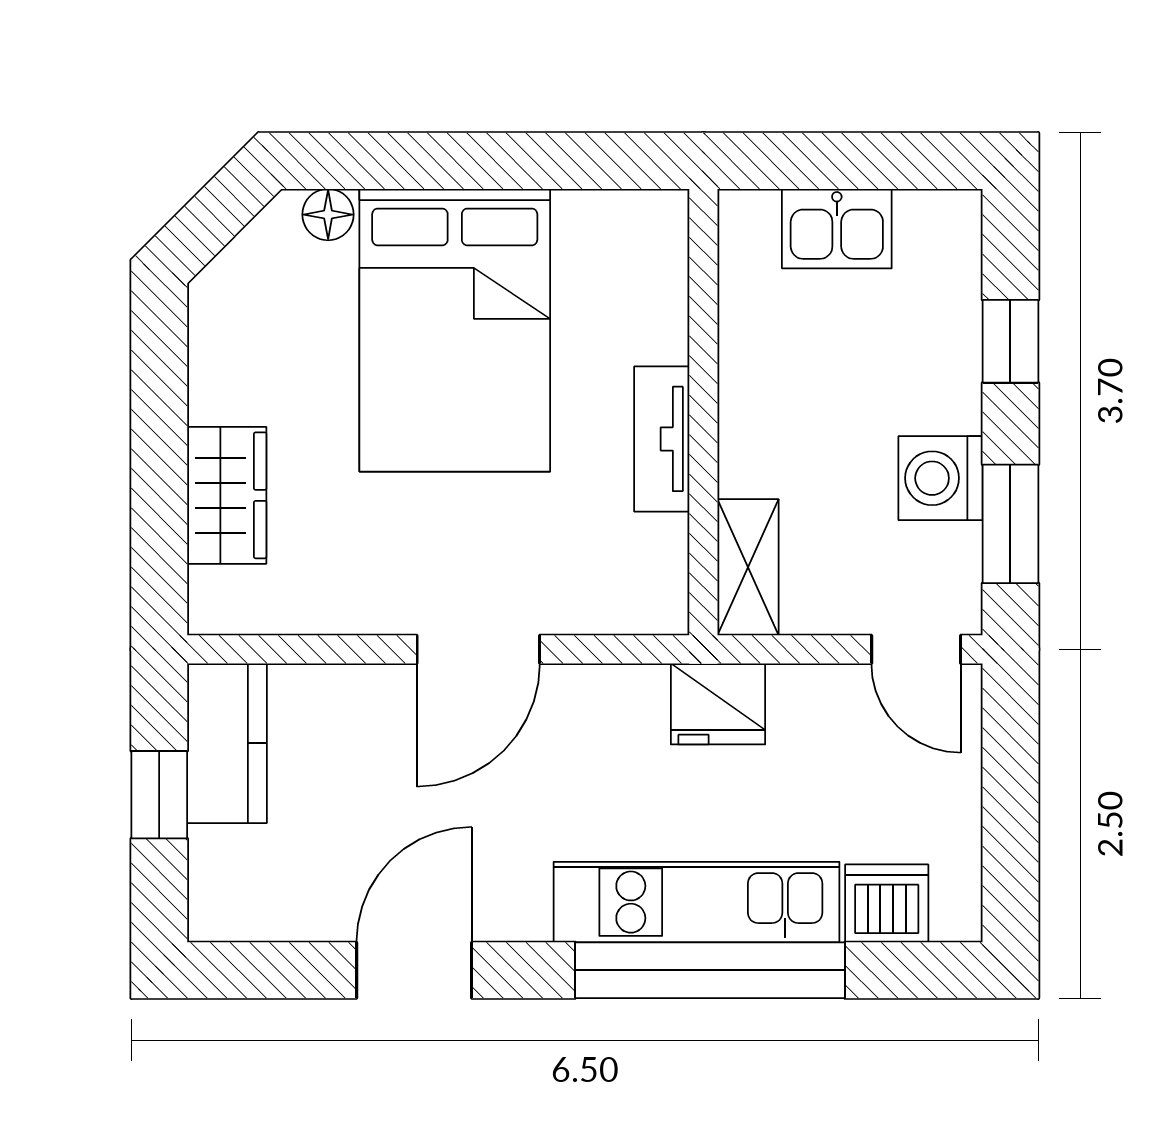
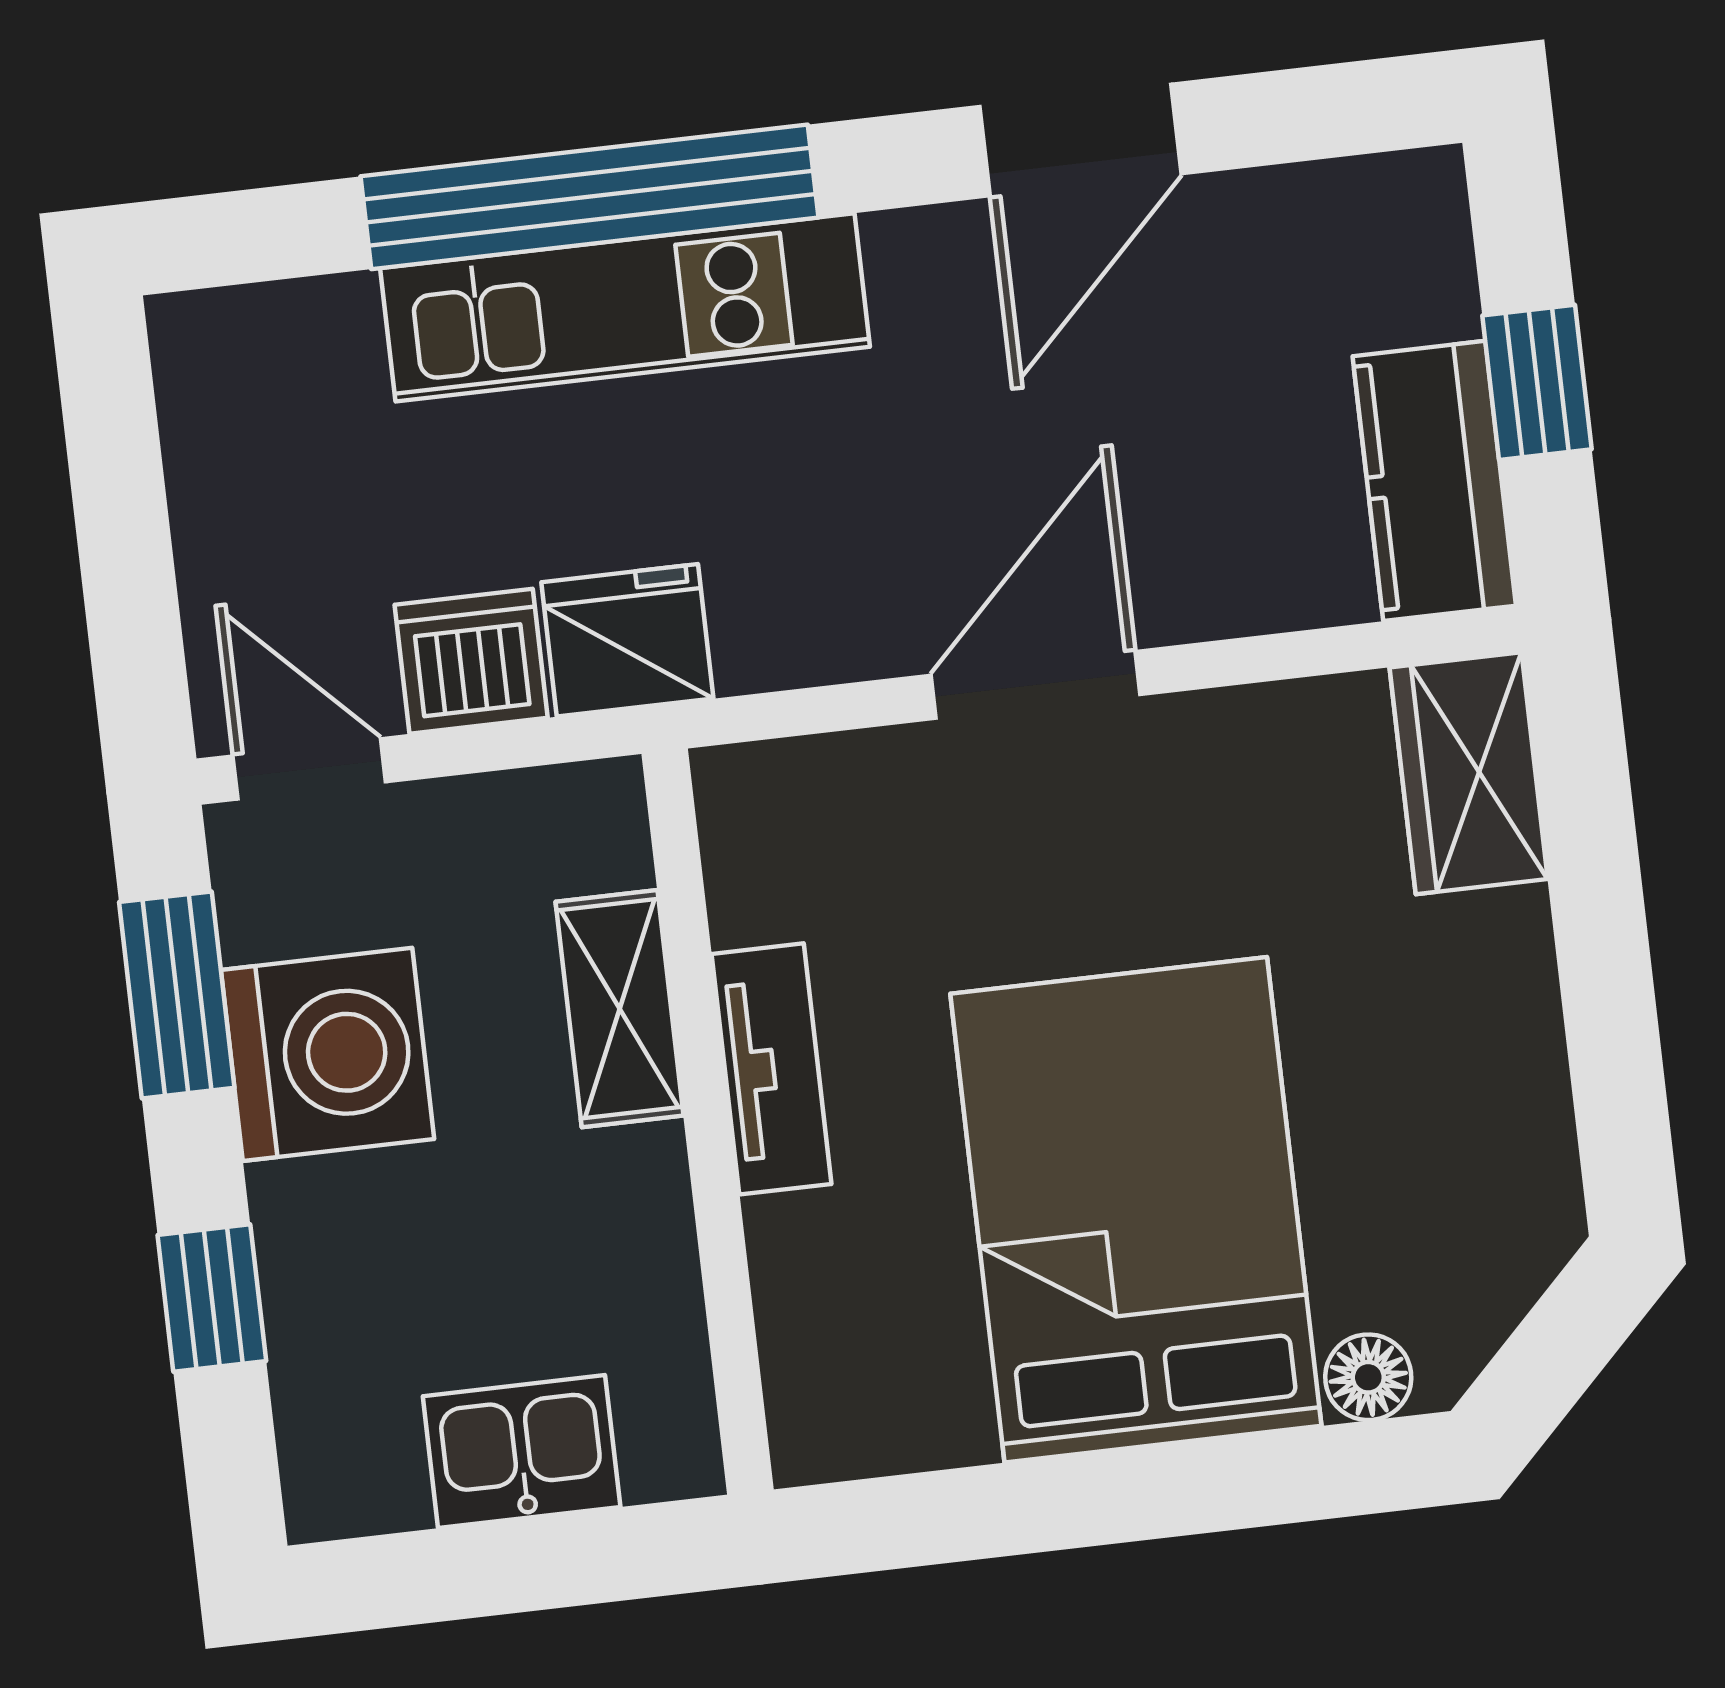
washing machine: (940, 478) -> (328, 1054), width x1.37, depth x1.37
wardrobe: (227, 495) -> (1469, 773), moved
shelving: (748, 567) -> (620, 1009), moved
dishwasher: (887, 903) -> (471, 661), moved, turned 180

